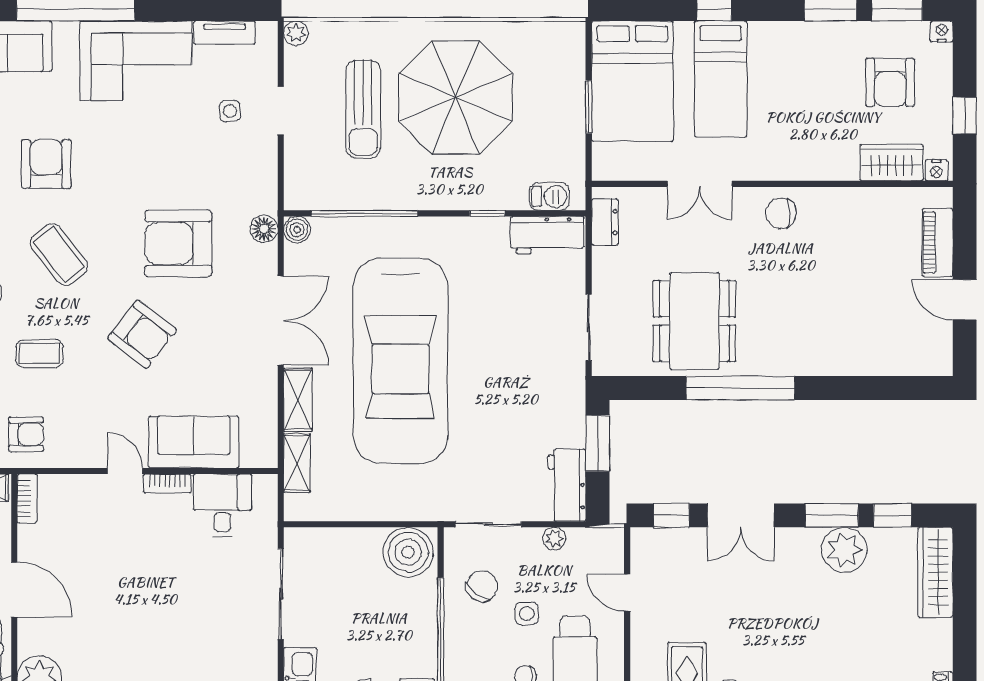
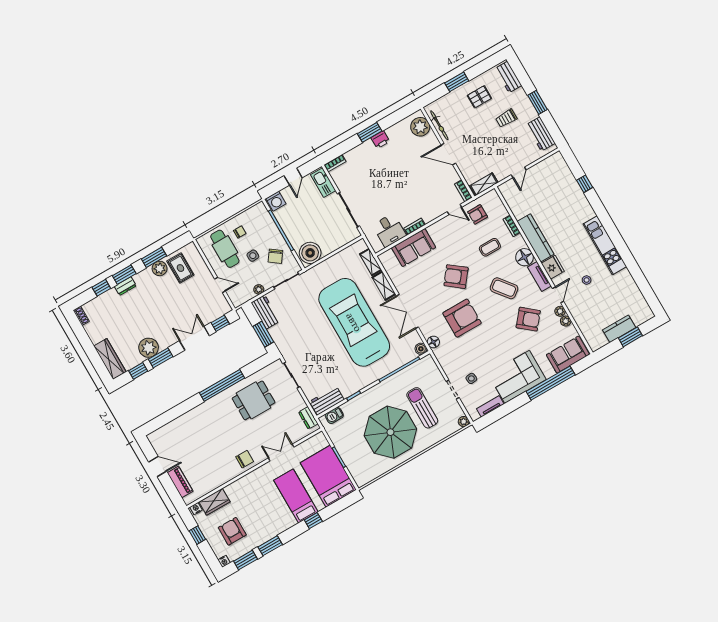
armchair: (46, 164) -> (528, 319), turned -50
dining table: (694, 321) -> (254, 400), width x0.73
door: (125, 471) -> (454, 210), moved

